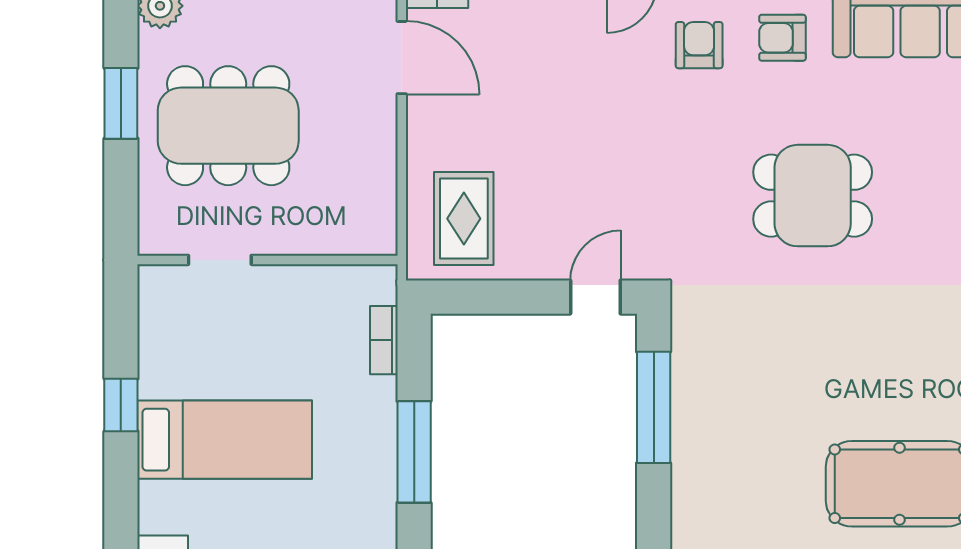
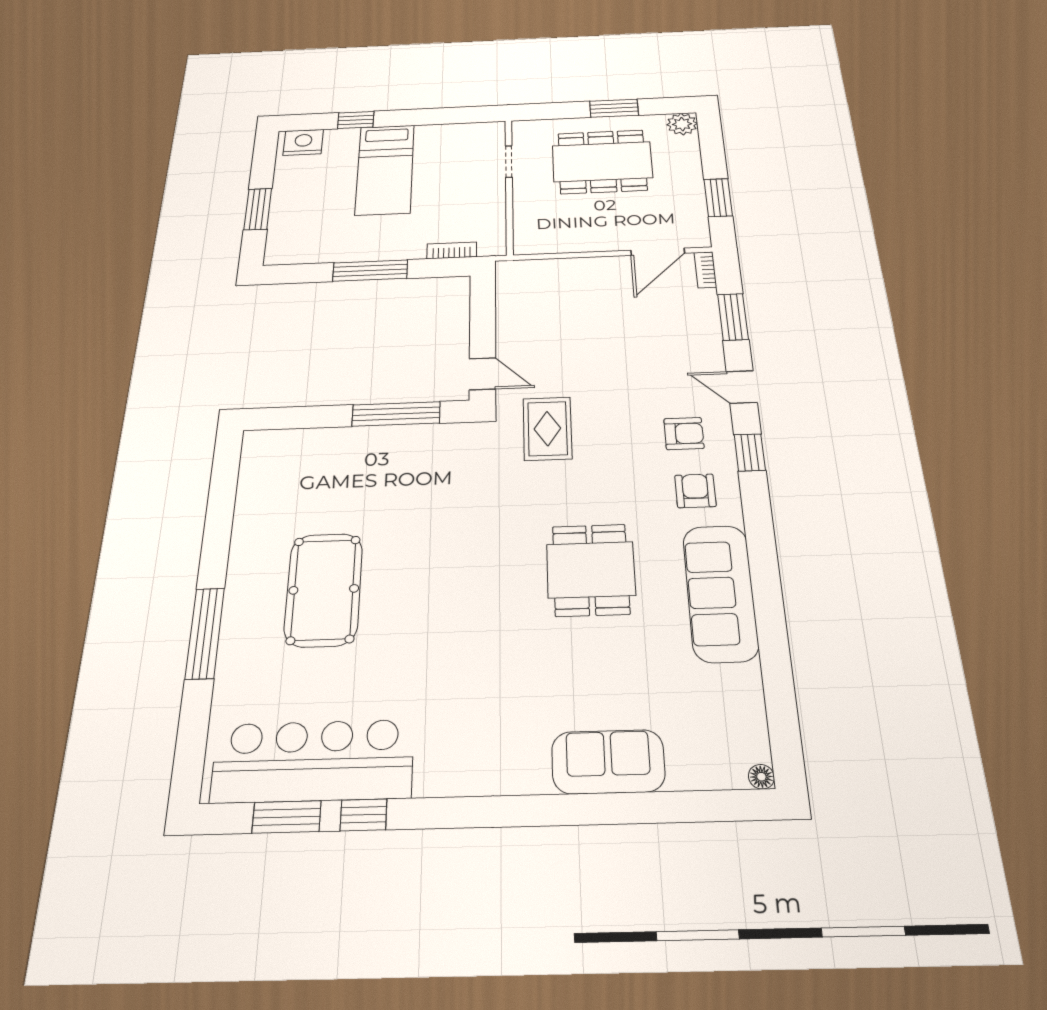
dining table: (228, 126) -> (602, 162), turned 90
dining table: (813, 196) -> (591, 570), moved
rug: (464, 219) -> (547, 429), moved, turned 90
window: (121, 405) -> (356, 120), moved

